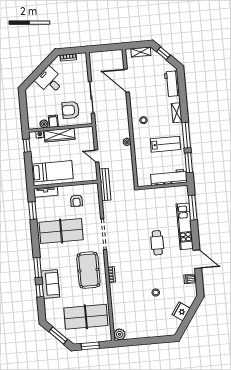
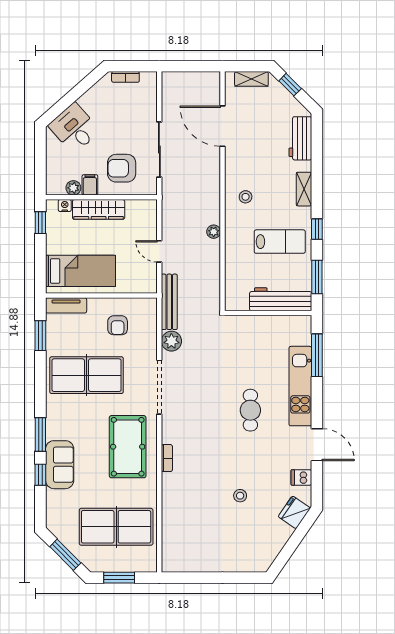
desk: (50, 81) -> (74, 128), moved
window: (186, 135) -> (317, 229), width x0.46
fridge: (181, 311) -> (294, 512), moved
plant: (120, 334) -> (171, 341), moved

